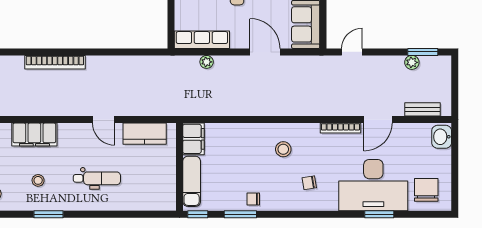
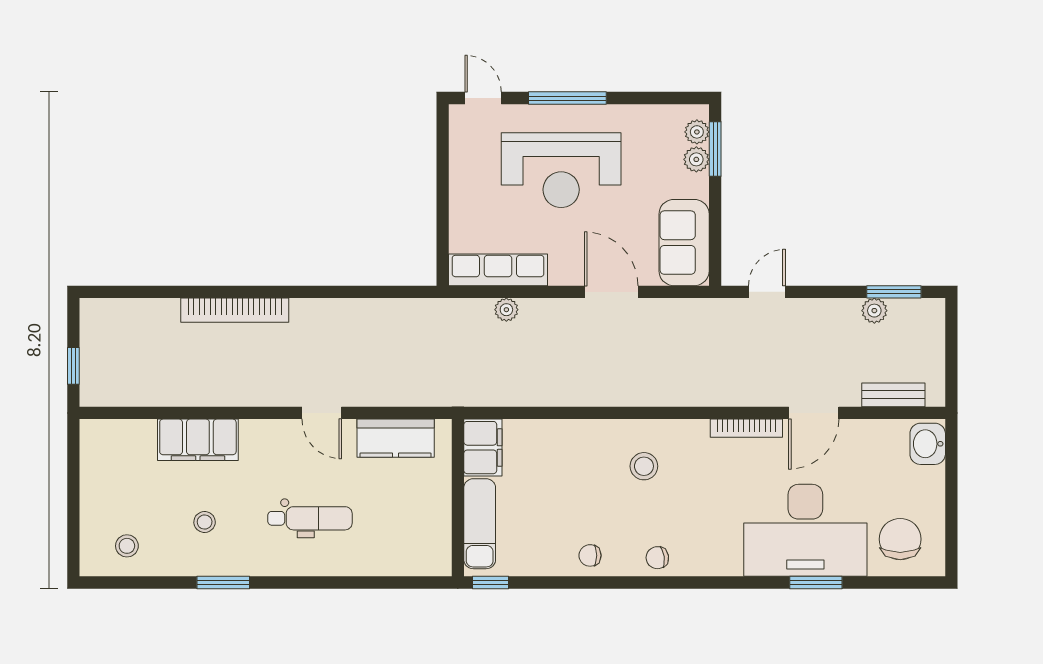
chair: (309, 183) -> (657, 558), moved
window: (240, 214) -> (567, 582), removed

